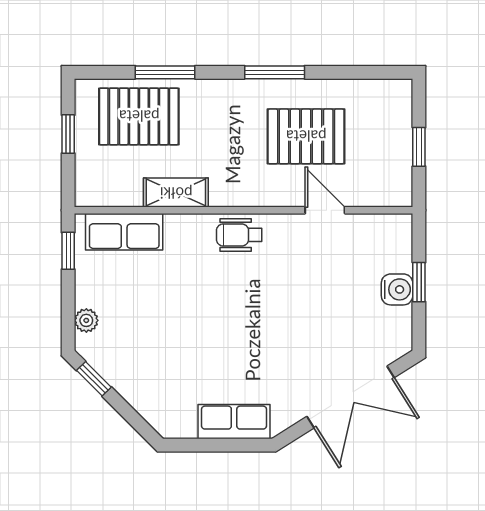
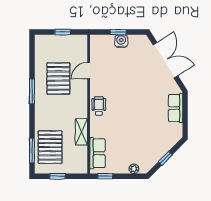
window: (165, 72) -> (32, 151), moved
wheelchair: (239, 235) -> (99, 106), turned 180
window: (94, 379) -> (165, 158), moved

